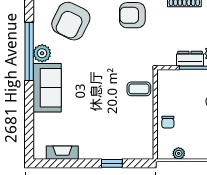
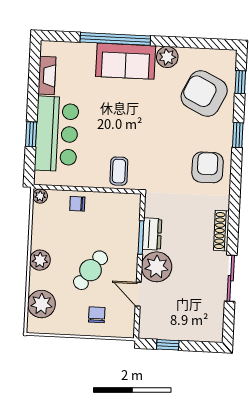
window: (29, 51) -> (115, 39), moved
bar counter: (111, 142) -> (57, 134), added
plant: (179, 153) -> (40, 196), moved

